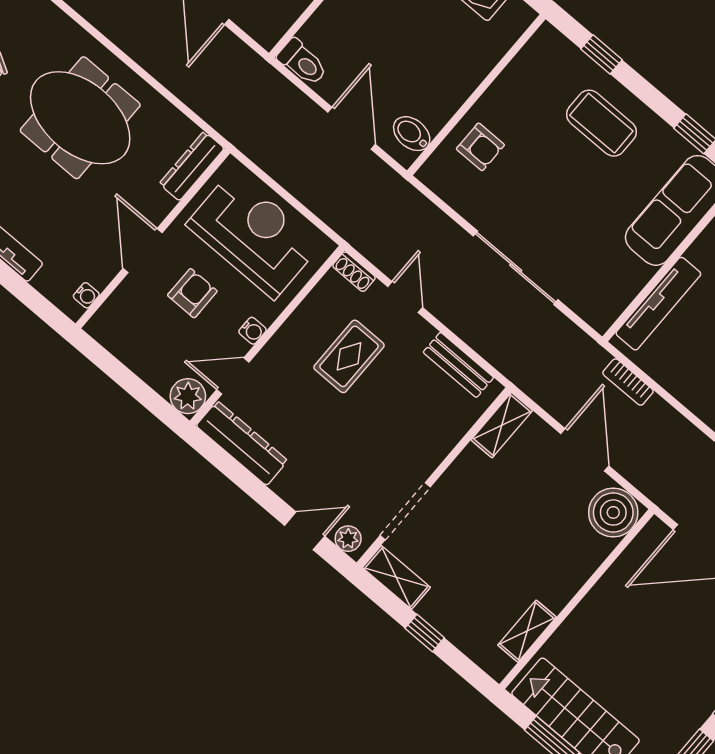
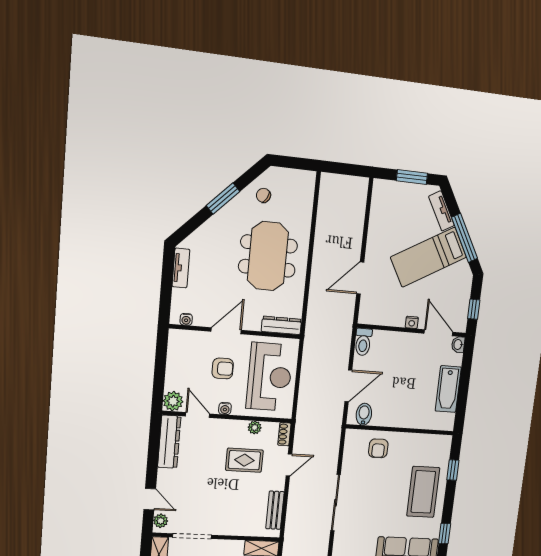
coffee table: (601, 123) -> (423, 492), width x1.36, depth x1.32
plant: (312, 308) -> (255, 427), added

